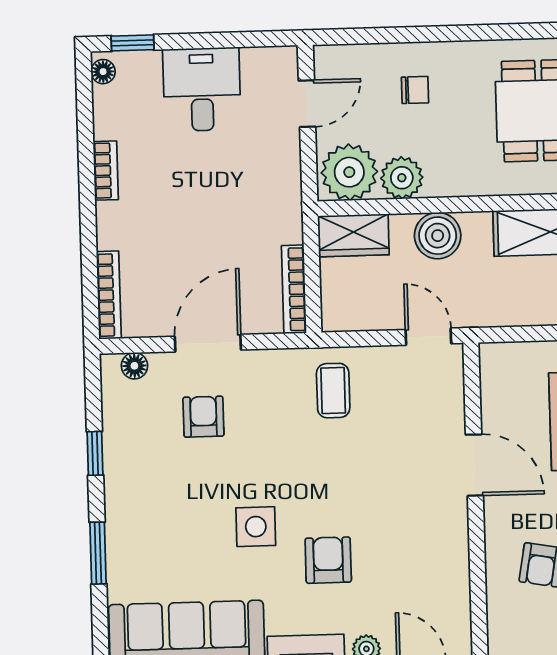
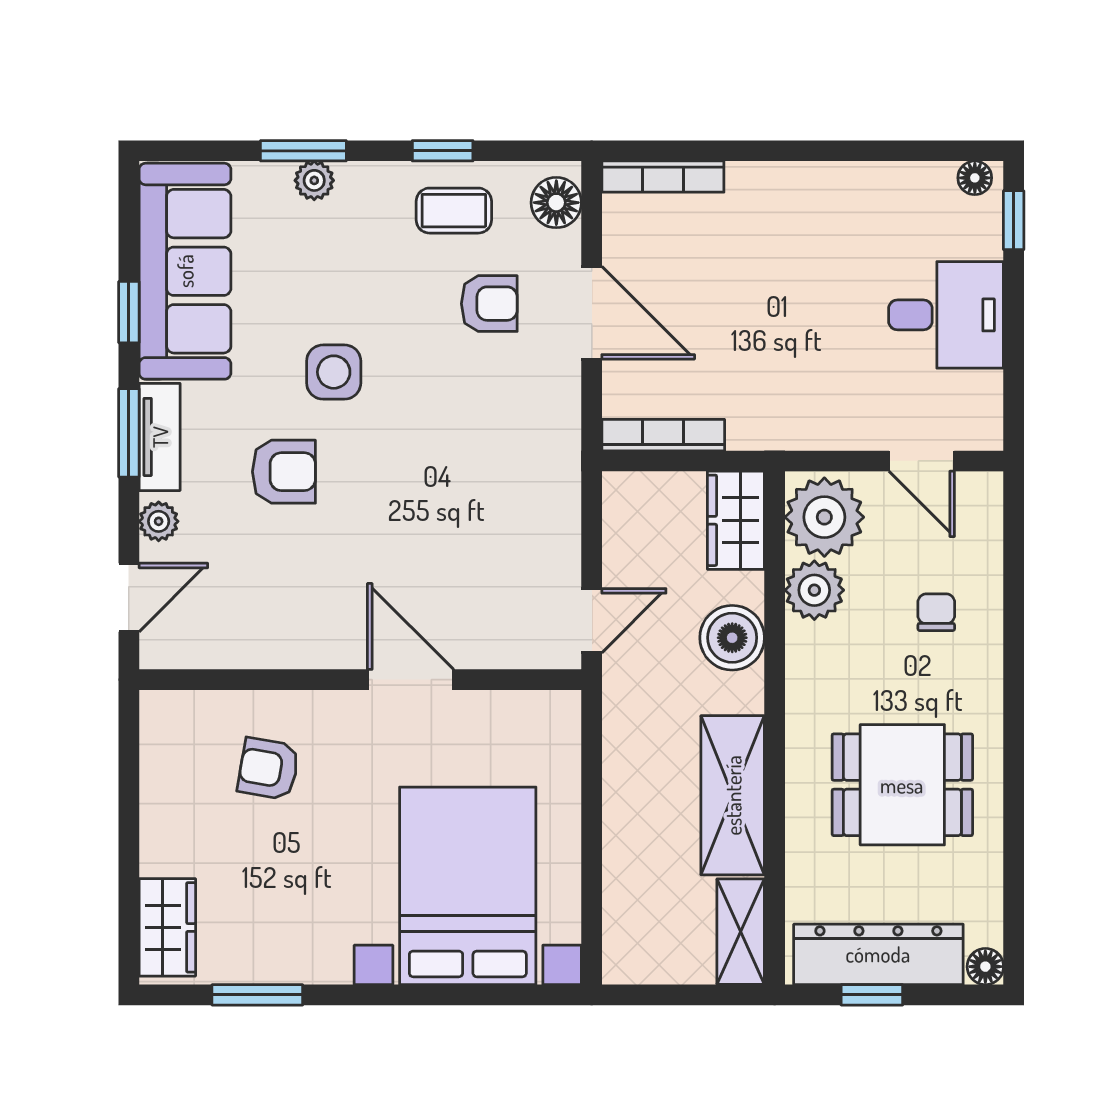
chair: (415, 90) -> (936, 612), turned 180
bookcase: (106, 171) -> (837, 177), removed
floor lamp: (134, 366) -> (556, 203), width x1.37, depth x1.37
coffee table: (333, 391) -> (454, 211), moved
door: (474, 465) -> (410, 680), swing flipped
plant: (119, 545) -> (314, 180), added

